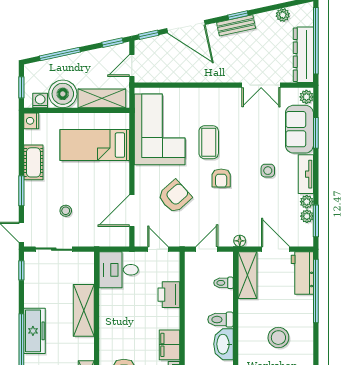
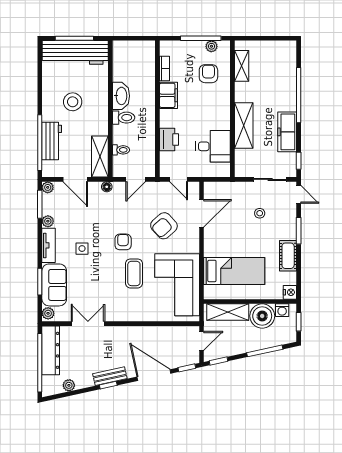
plant: (307, 216) -> (48, 187), moved
desk: (119, 270) -> (213, 146), moved
workbench: (302, 273) -> (52, 141), moved
freezer: (34, 331) -> (287, 132), moved

